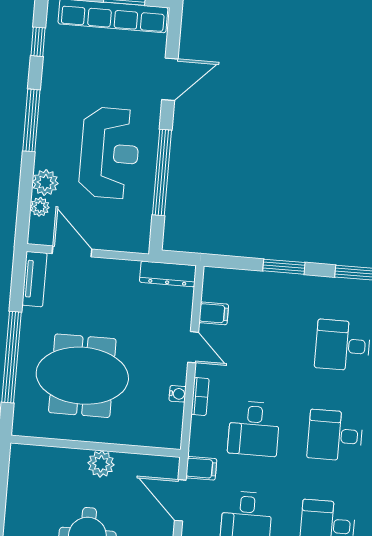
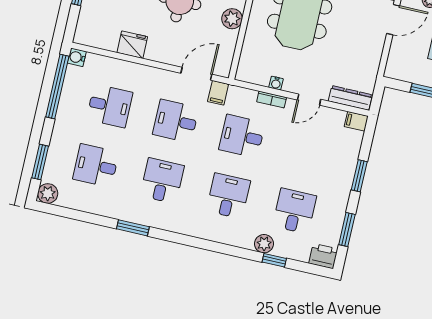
dresser: (168, 274) -> (350, 98), moved, turned 90
filing cabinet: (214, 313) -> (356, 121), moved, turned 90

